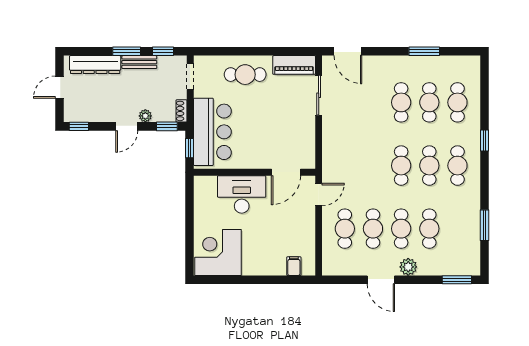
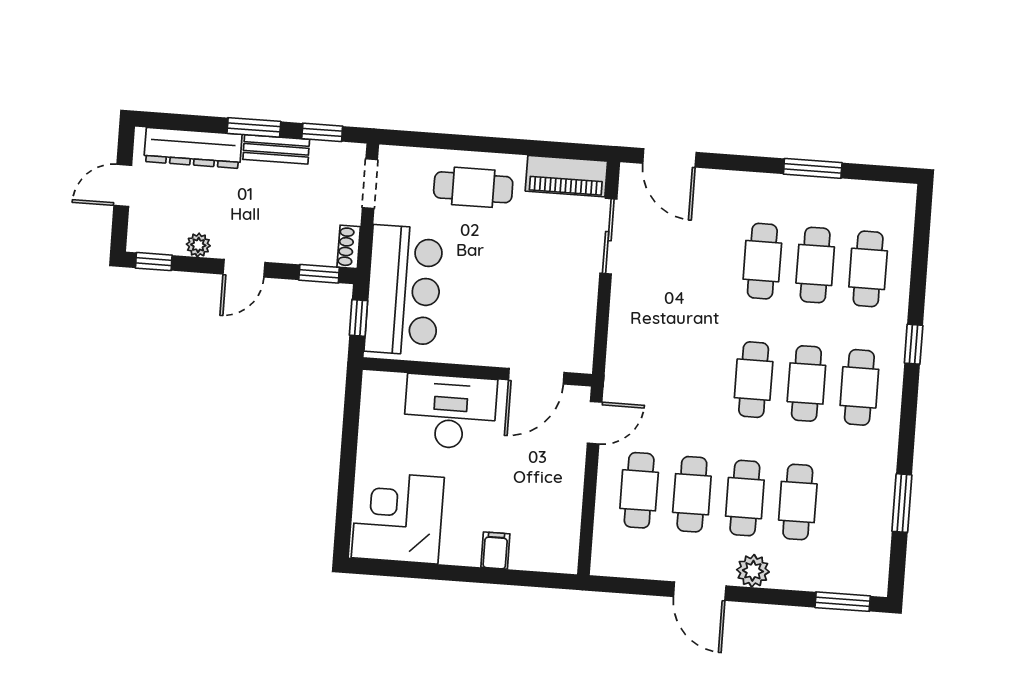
plant: (145, 116) -> (198, 245), moved
filing cabinet: (294, 266) -> (495, 551), moved

